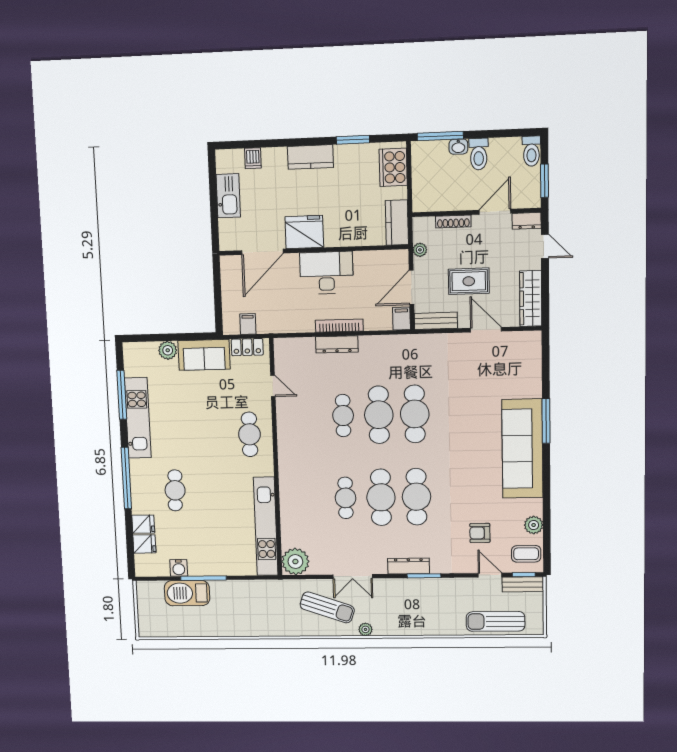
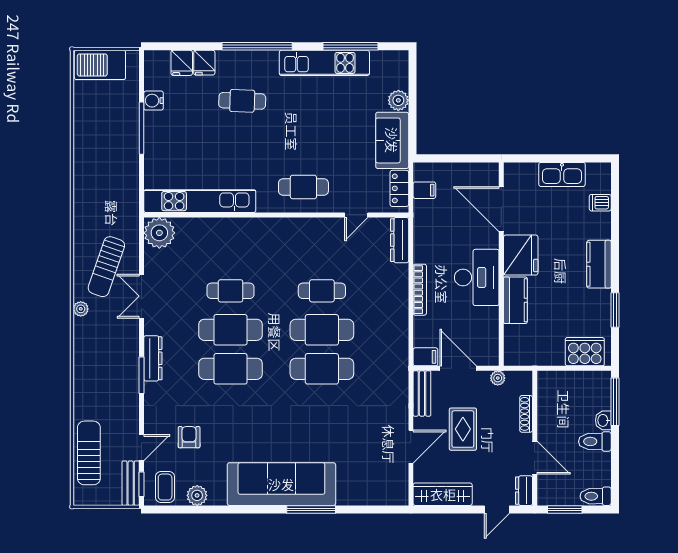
kitchen counter: (397, 223) -> (515, 300), moved, turned 90
dresser: (337, 344) -> (400, 240), moved
barbecue: (187, 593) -> (100, 65), moved, turned -90

